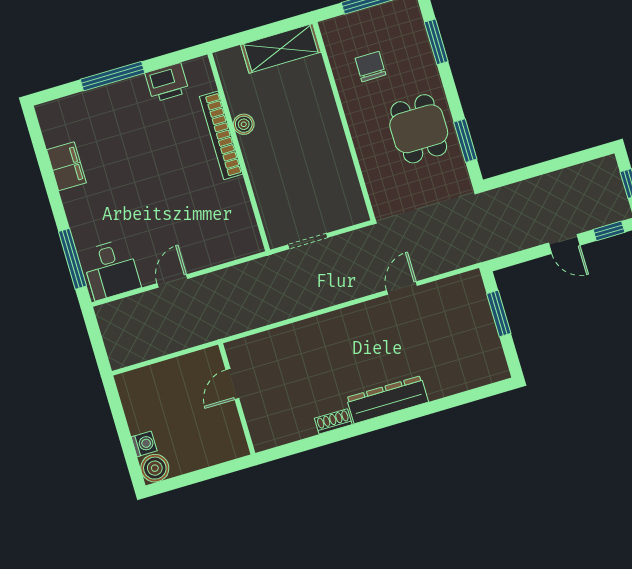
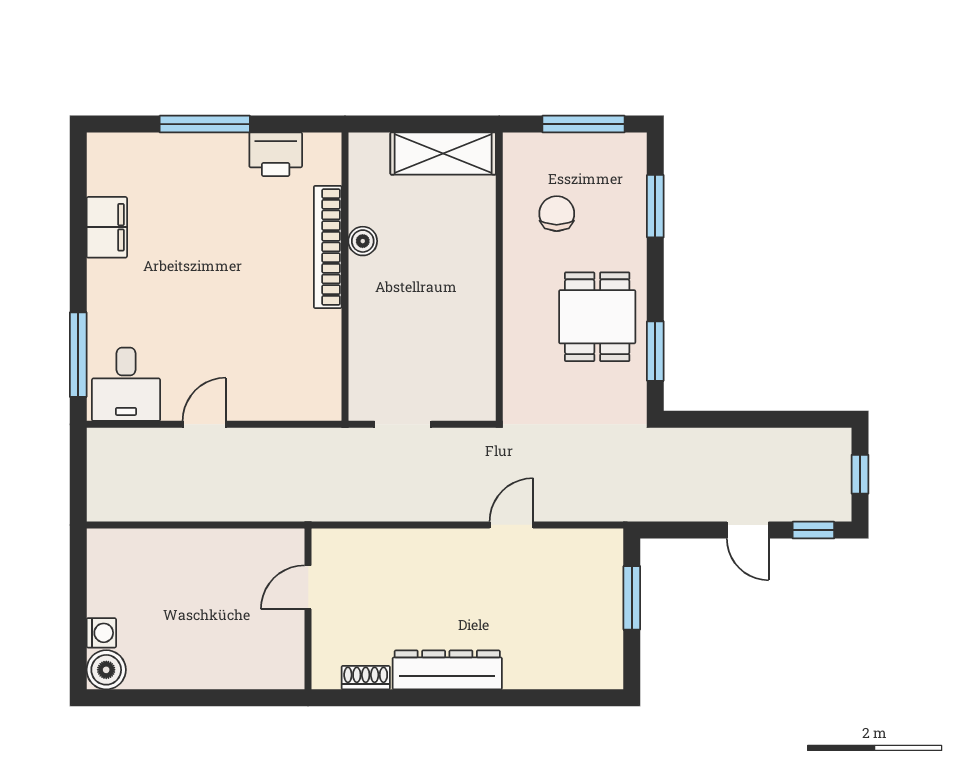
door: (232, 384) -> (308, 587), moved
wall: (237, 399) -> (308, 609), moved

